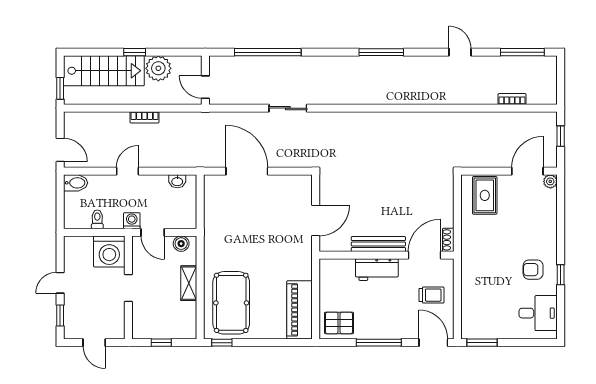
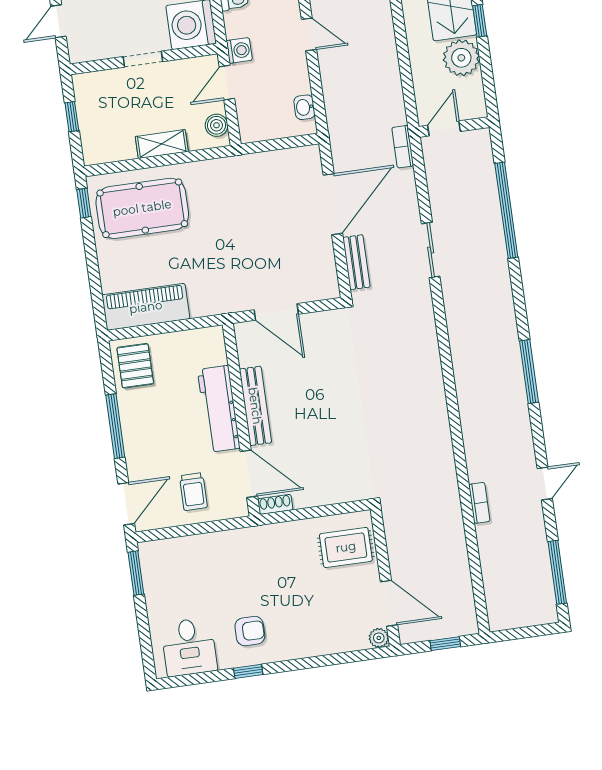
bookcase: (512, 99) -> (479, 503), moved
bookcase: (145, 117) -> (403, 147), moved
bench: (289, 160) -> (356, 262), added
workbench: (377, 270) -> (219, 409), width x1.38
armchair: (533, 270) -> (250, 631), turned 90

